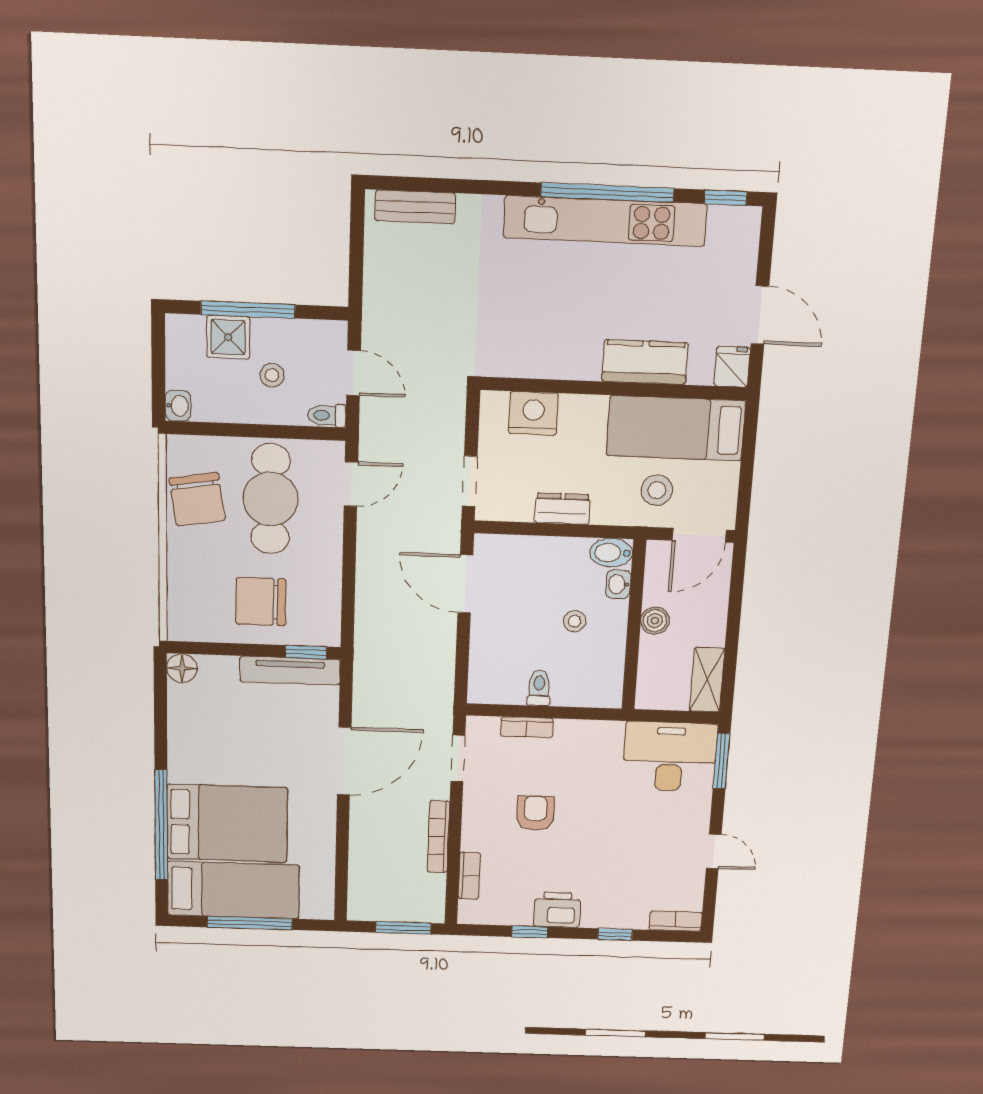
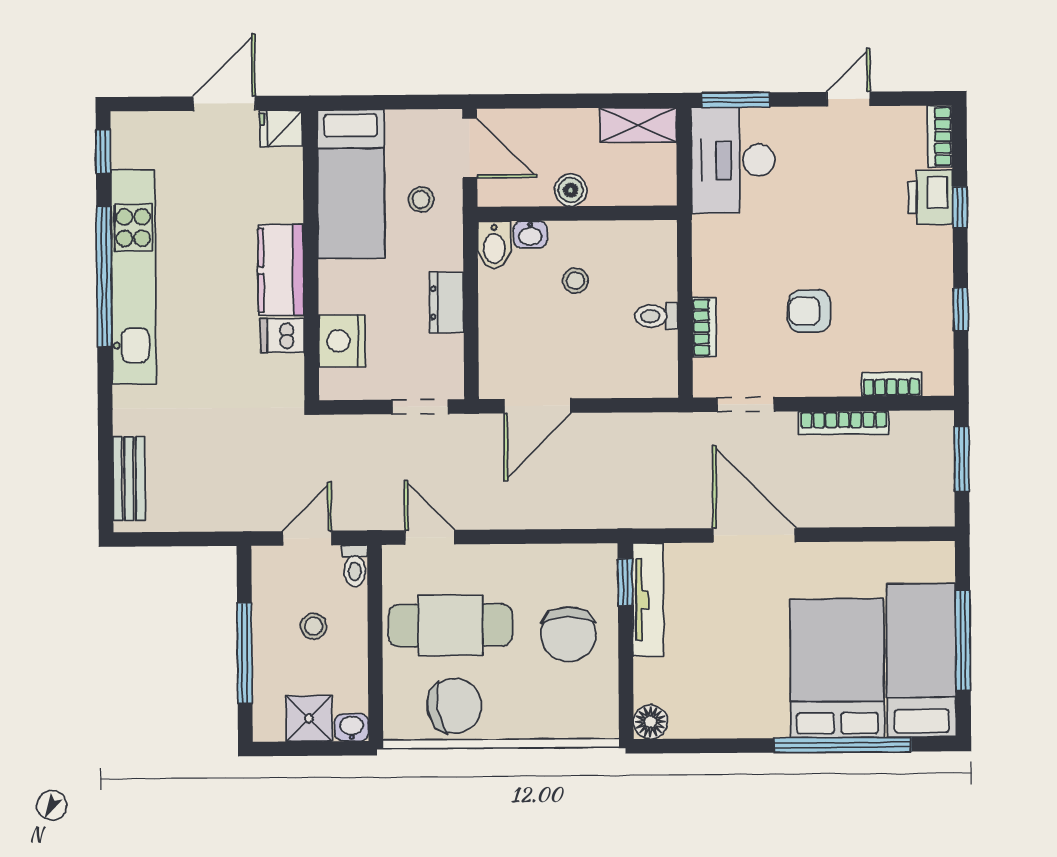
shower: (228, 337) -> (309, 718), moved
dishwasher: (542, 359) -> (282, 335), added
kitchen counter: (645, 362) -> (281, 270), moved
stool: (657, 490) -> (421, 199), width x0.73, depth x0.73
printer: (557, 910) -> (930, 197), moved

